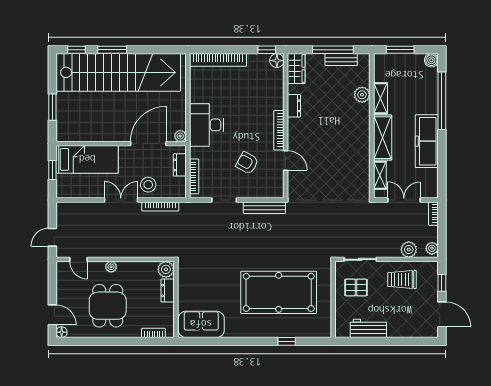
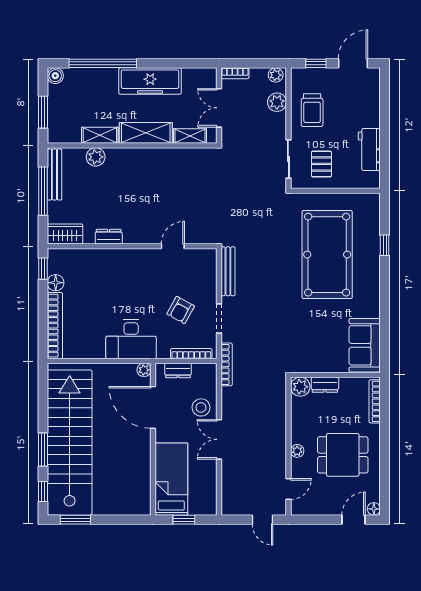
bench: (341, 60) -> (54, 175), width x1.36
floor lamp: (277, 61) -> (56, 283), moved
window: (52, 107) -> (75, 520), moved
bookcase: (279, 130) -> (137, 254), removed
armchair: (247, 163) -> (181, 310), moved
bookcase: (160, 206) -> (227, 364), moved
bookcase: (153, 333) -> (375, 401), width x1.56

